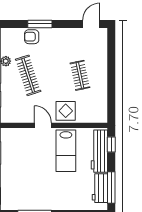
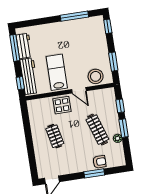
stool: (21, 139) -> (96, 76), added

